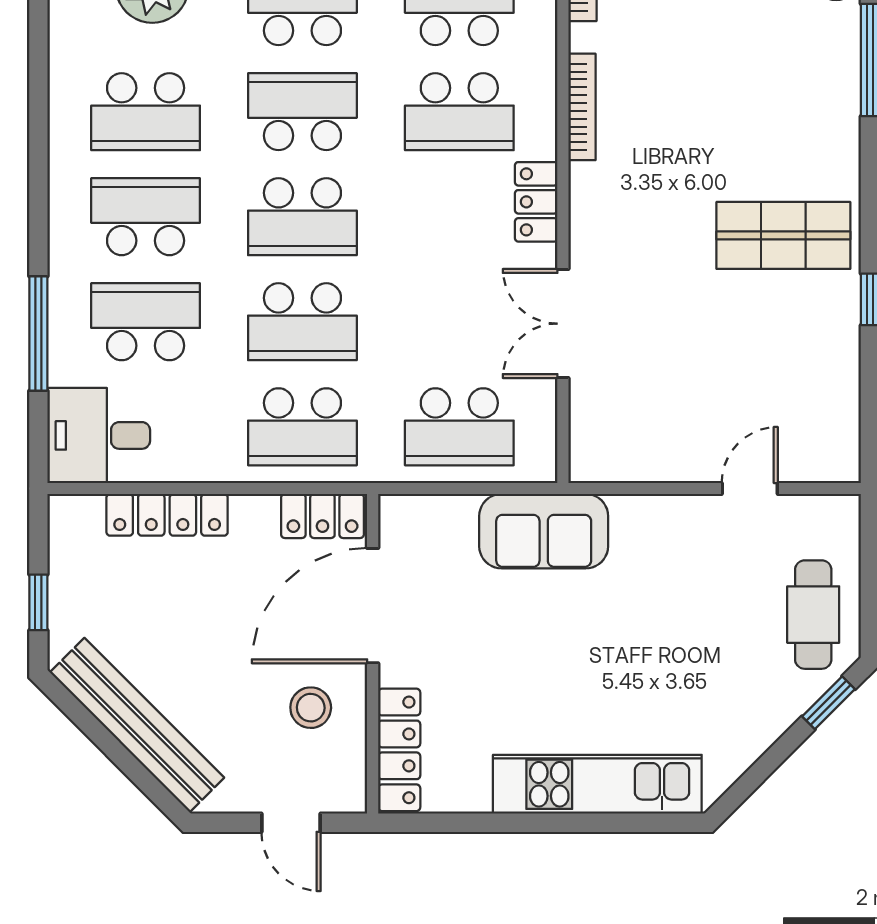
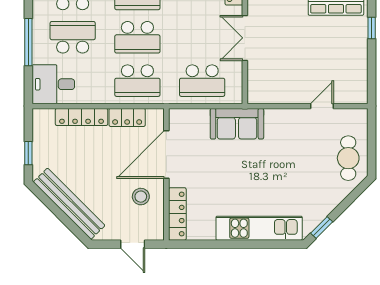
locker: (322, 516) -> (127, 117), moved
window: (829, 703) -> (322, 227), moved

